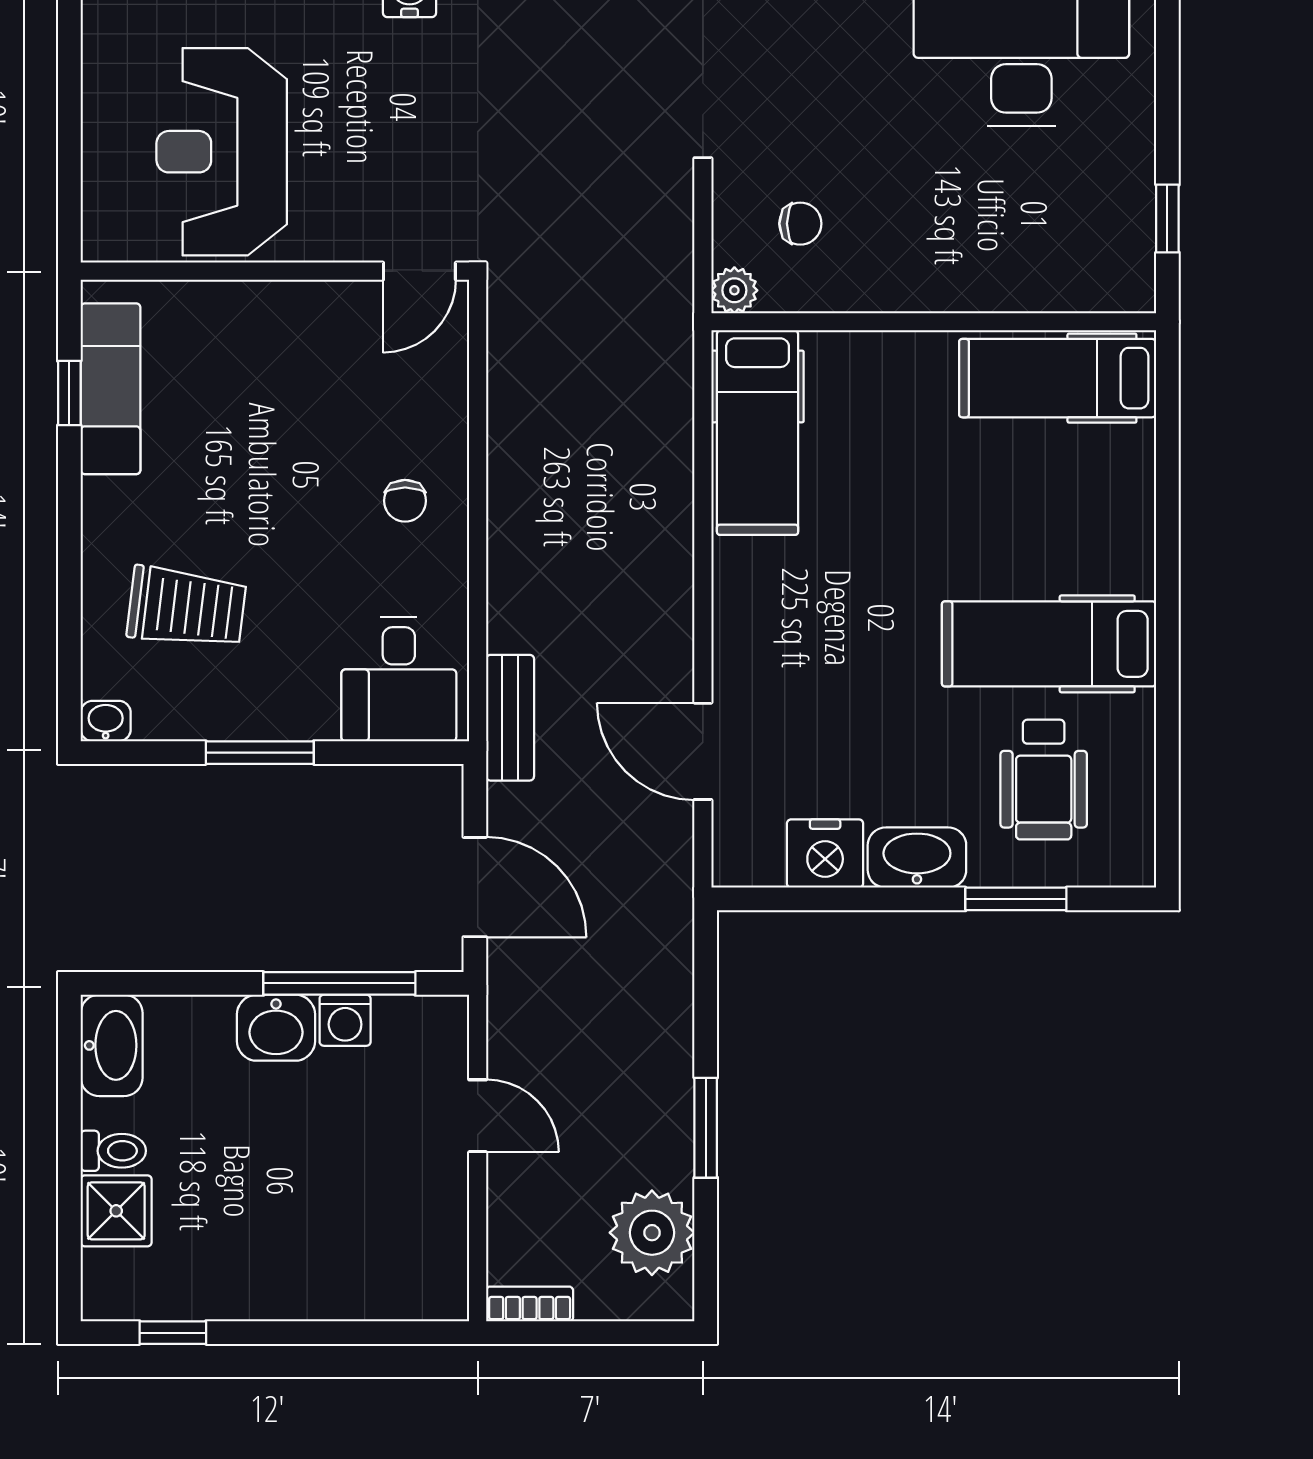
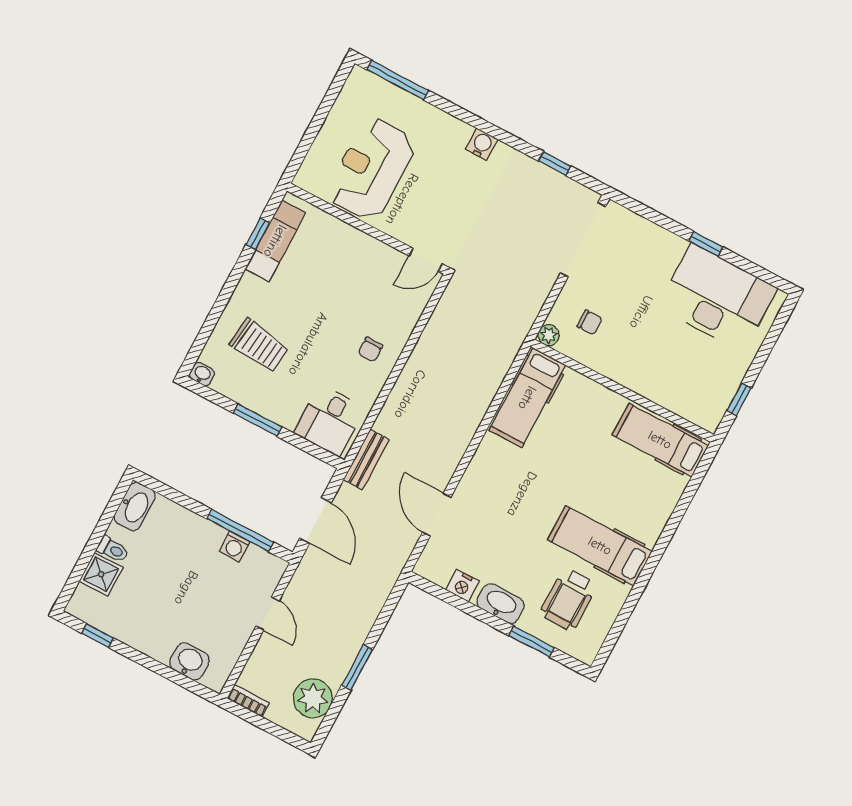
nightstand: (825, 853) -> (462, 586), width x0.74, depth x0.75
washbasin: (276, 1028) -> (189, 661), moved, turned 180

